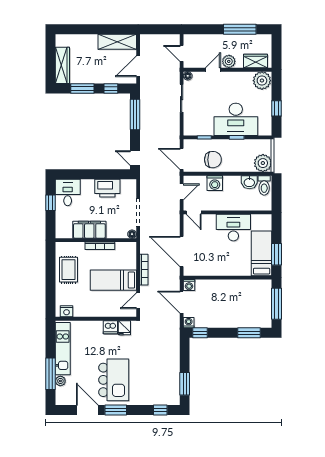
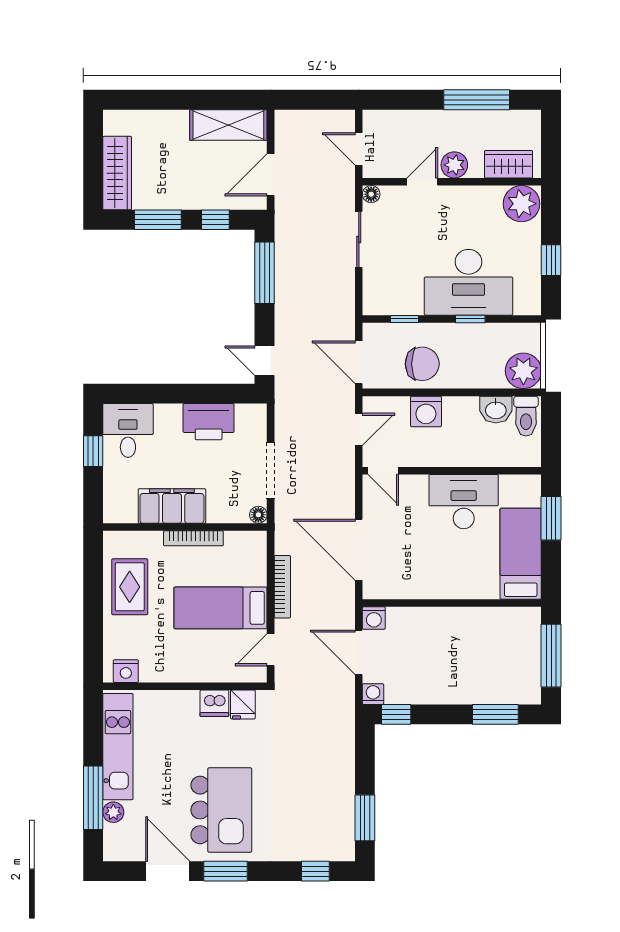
window: (277, 254) -> (551, 518), moved

